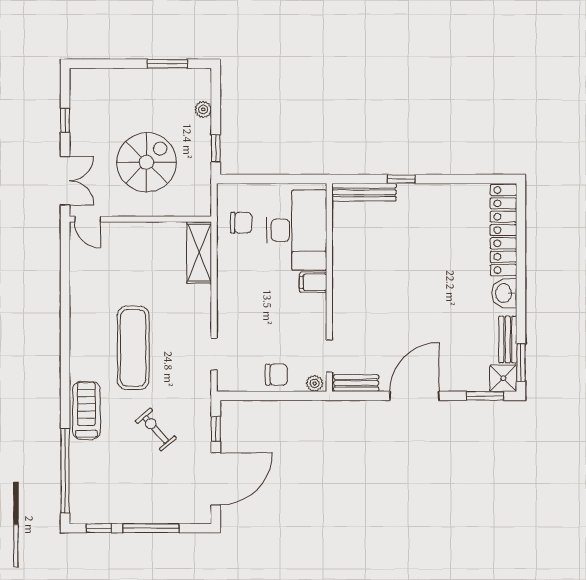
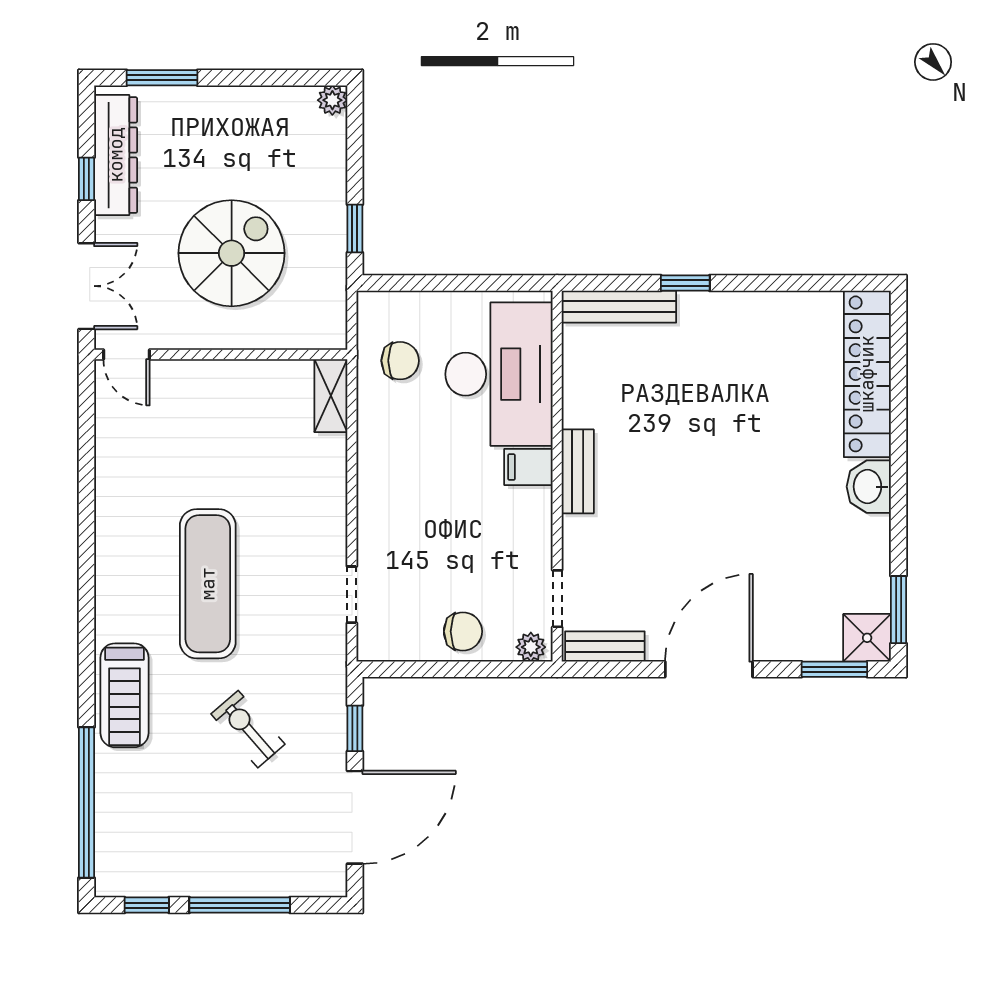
window: (167, 64) -> (162, 78), moved
dresser: (81, 107) -> (116, 155), added
plant: (203, 109) -> (332, 100), moved
shelving: (199, 252) -> (331, 396), width x0.67, depth x0.75
bench: (508, 339) -> (578, 471), moved
treadmill: (86, 410) -> (124, 695), turned 180

